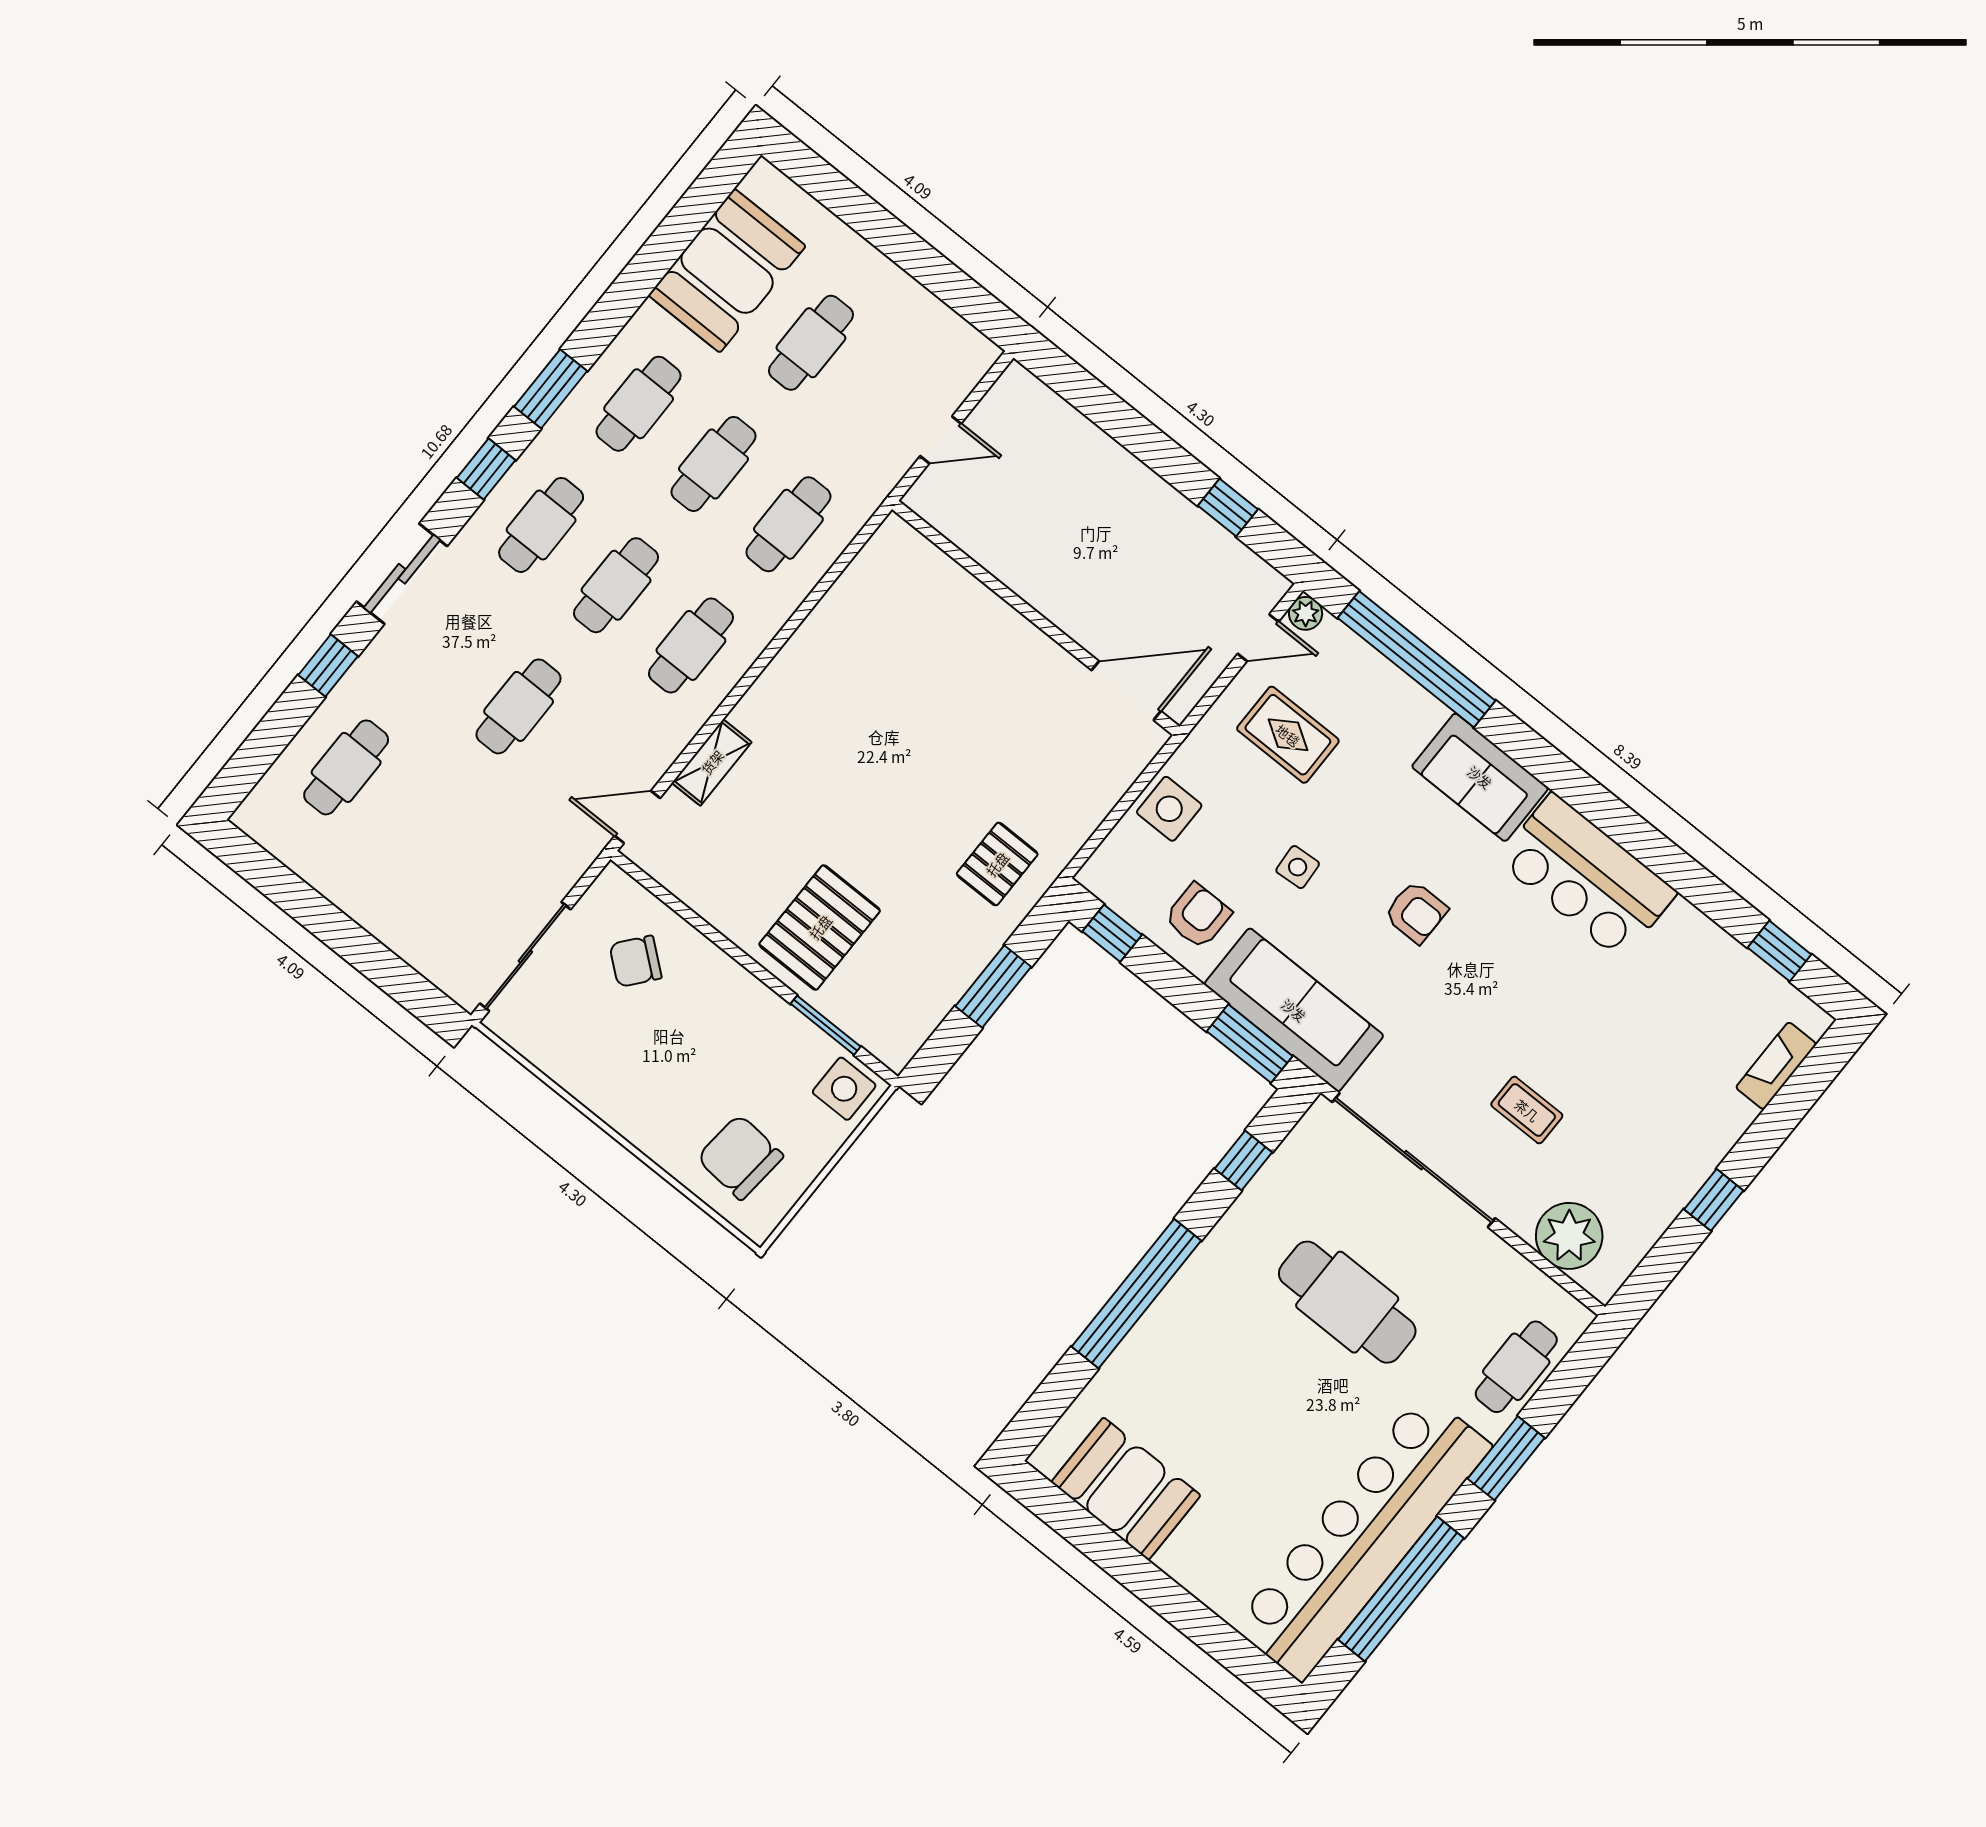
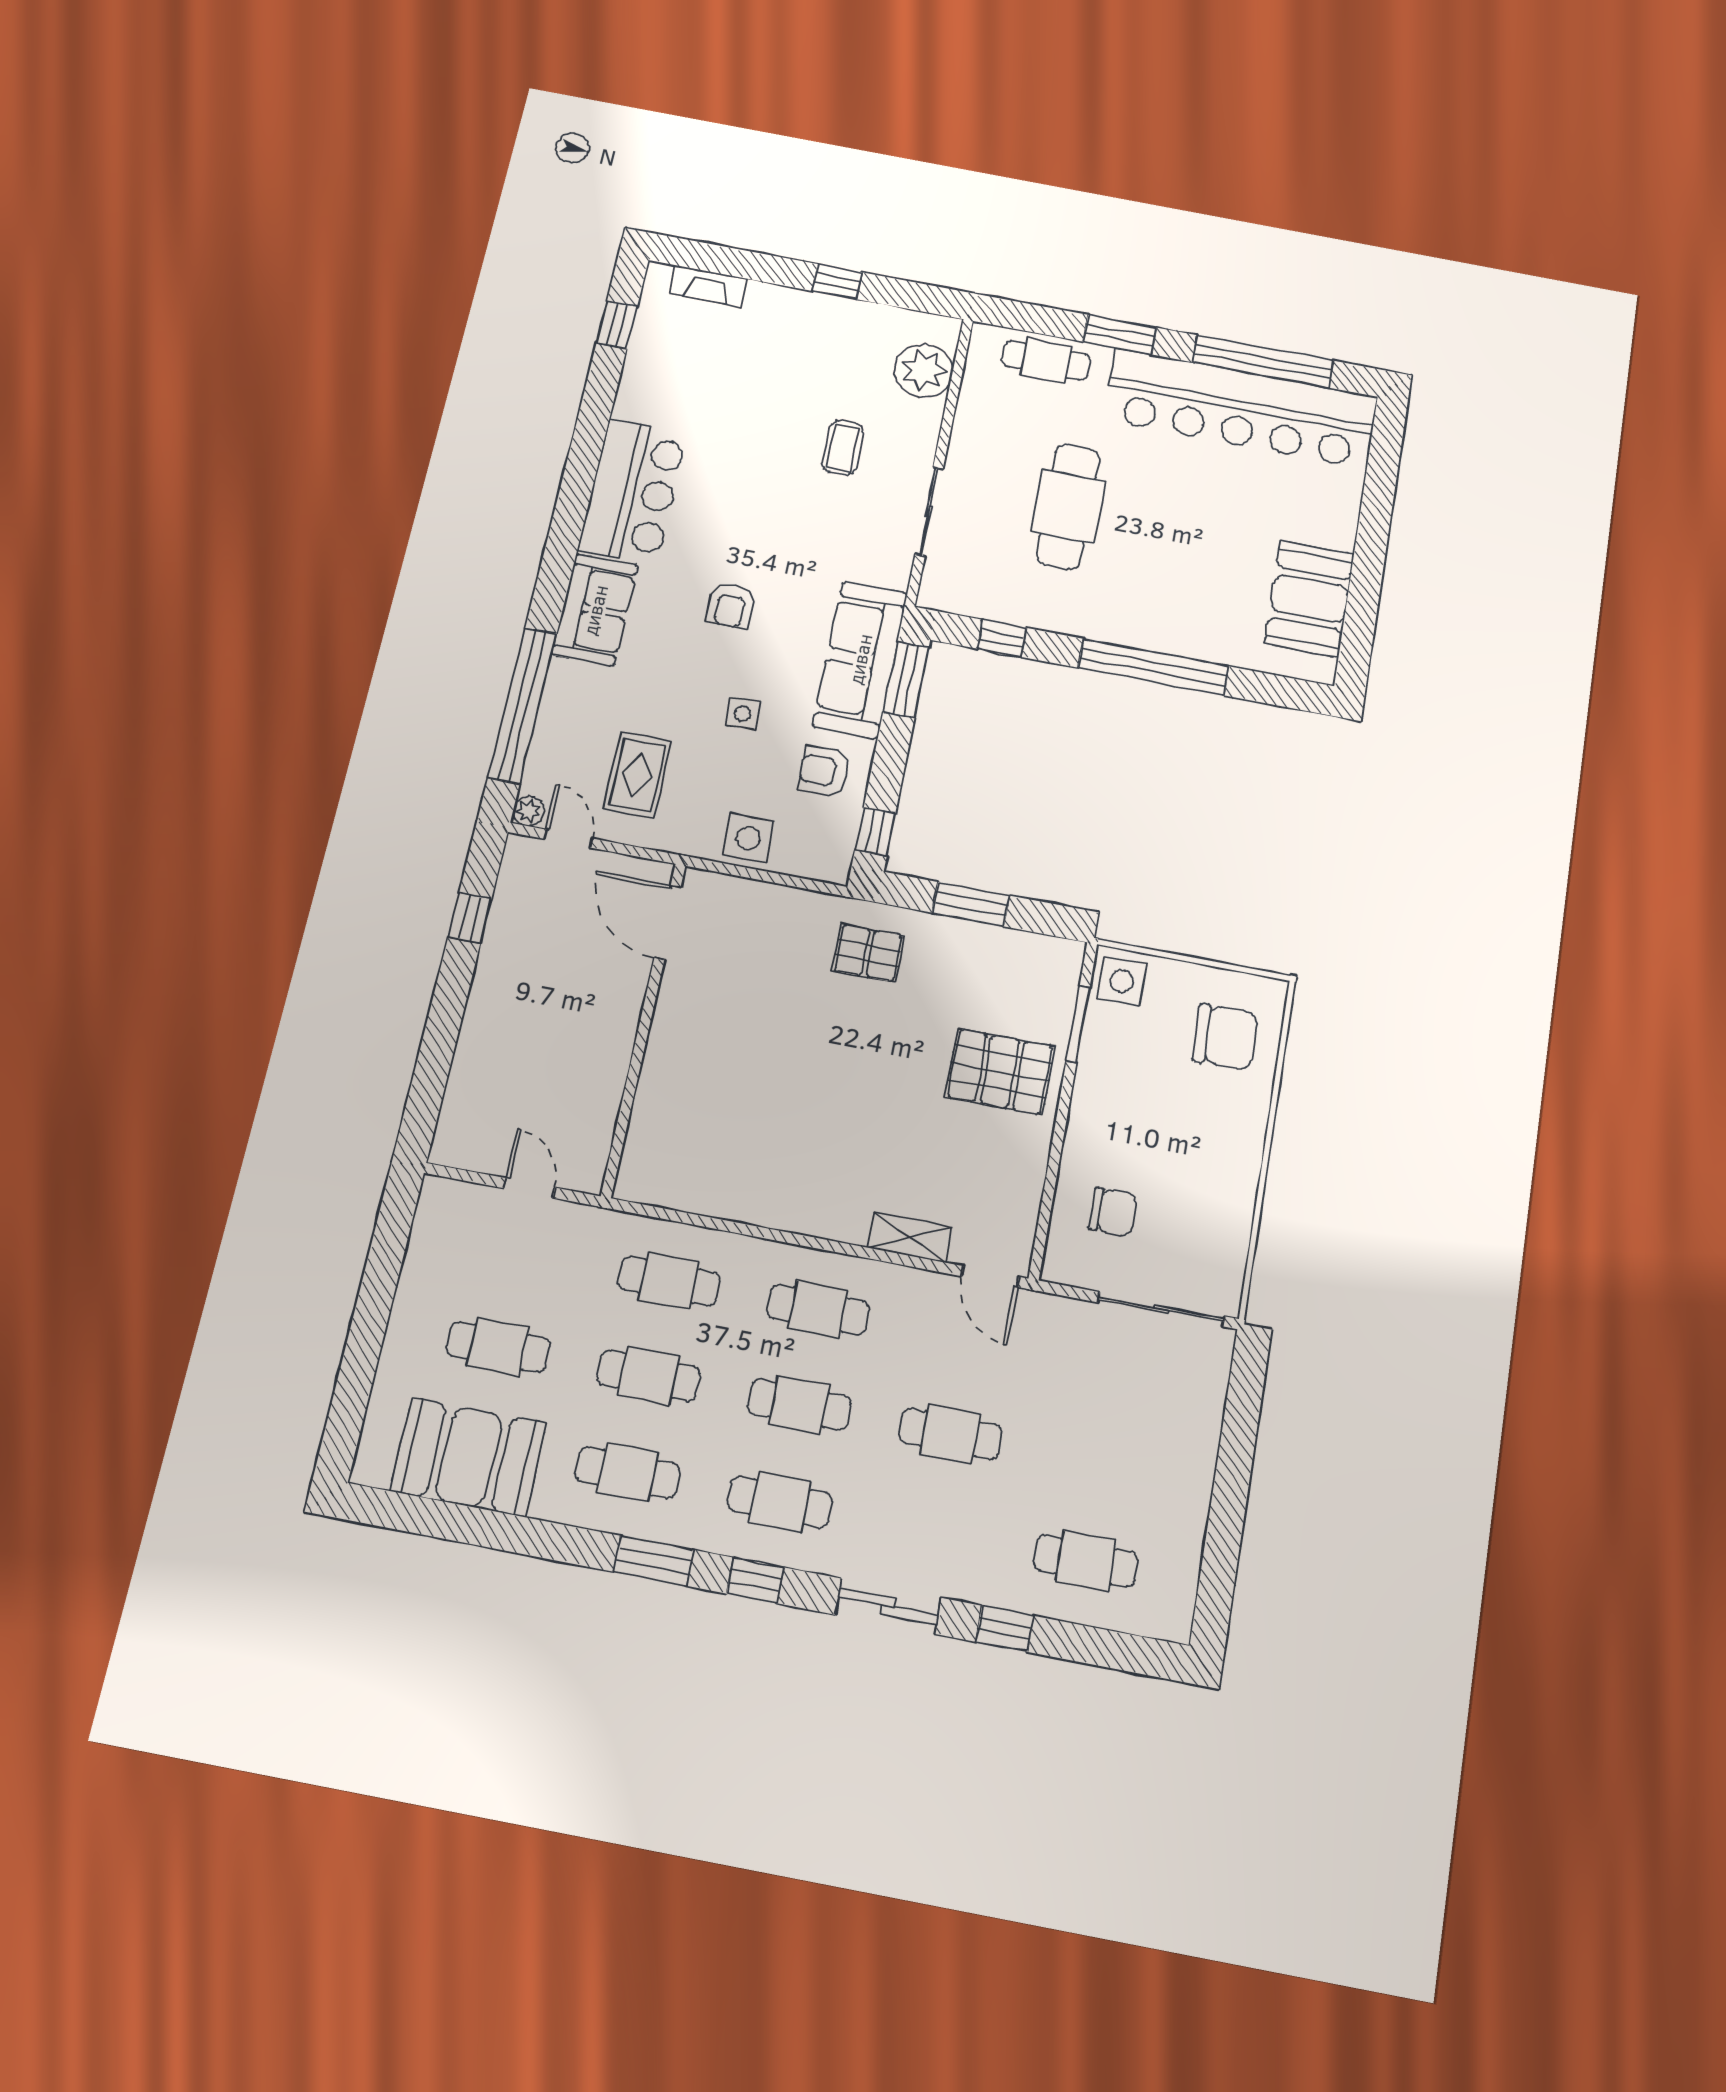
armchair: (1416, 912) -> (731, 605), turned 180
chair: (636, 961) -> (1113, 1212), turned -39
chair: (740, 1157) -> (1225, 1037), turned -96
sliding door: (1414, 1160) -> (929, 511), width x0.54

